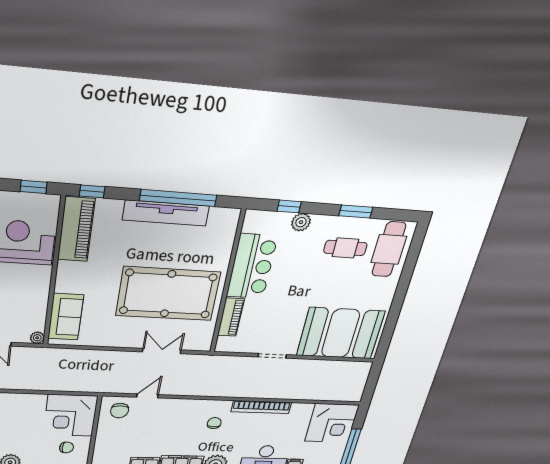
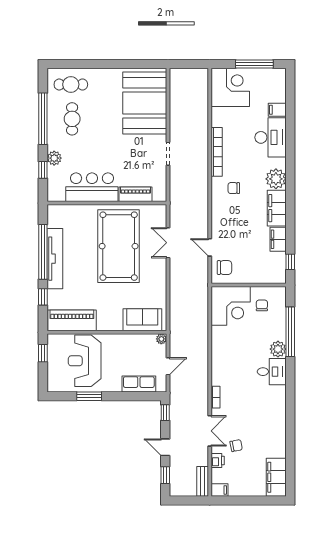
window: (92, 191) -> (43, 297), moved
window: (356, 212) -> (43, 119), width x2.11
cafe table: (389, 249) -> (71, 84), width x0.73, depth x0.74

